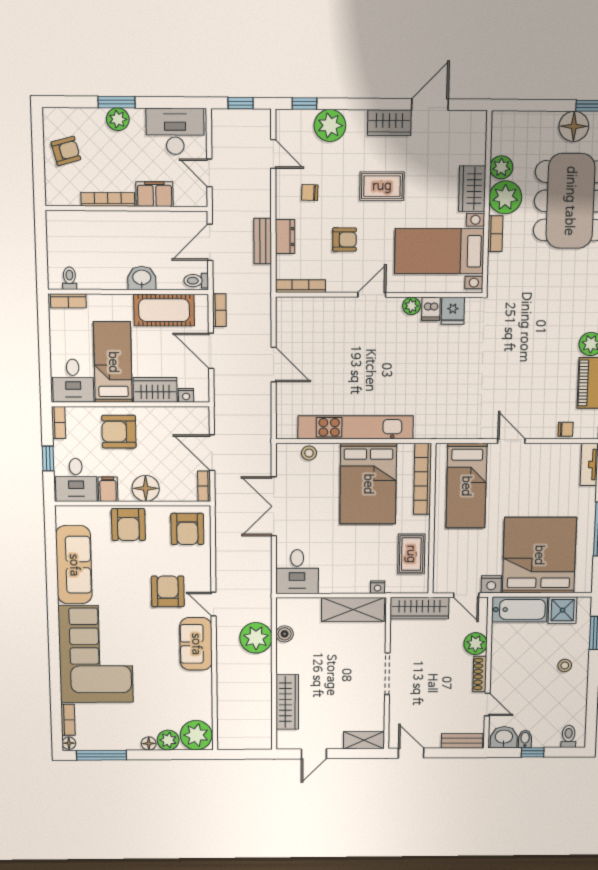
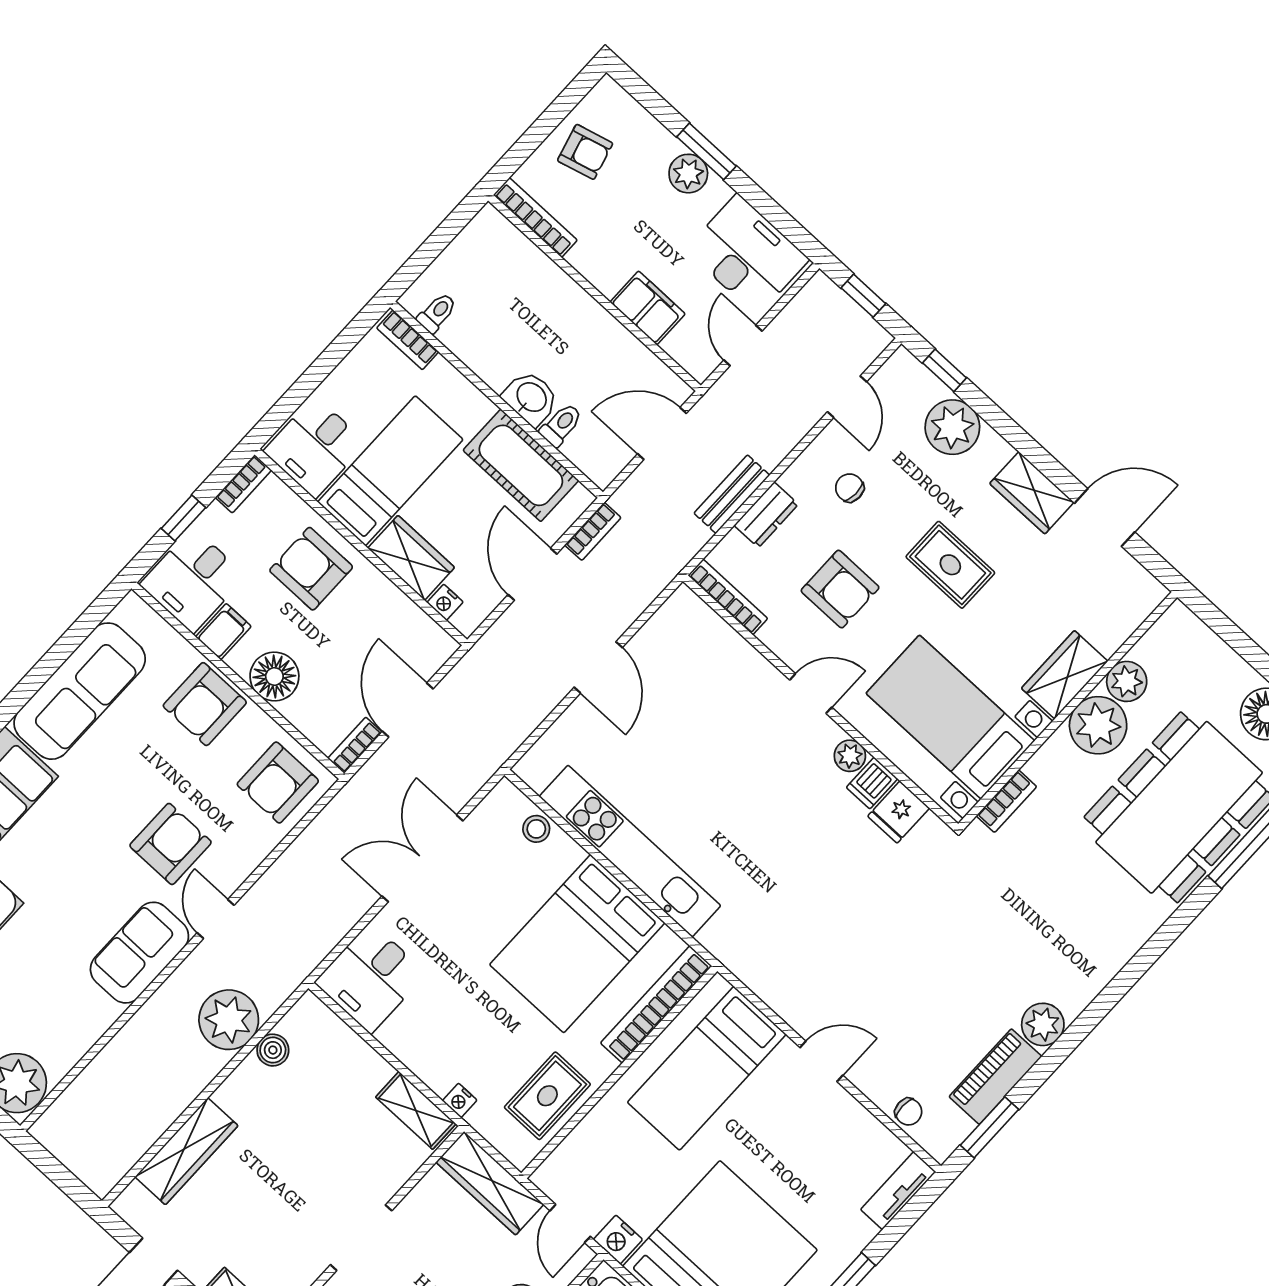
bookcase: (108, 199) -> (535, 217), moved
bookcase: (495, 234) -> (1006, 801), moved
armchair: (345, 240) -> (840, 589), width x1.38, depth x1.38
toilet: (196, 281) -> (561, 425), moved, turned 90
door: (511, 441) -> (821, 1061), hinge flipped
shelving: (353, 609) -> (416, 1110), width x0.67, depth x0.75

